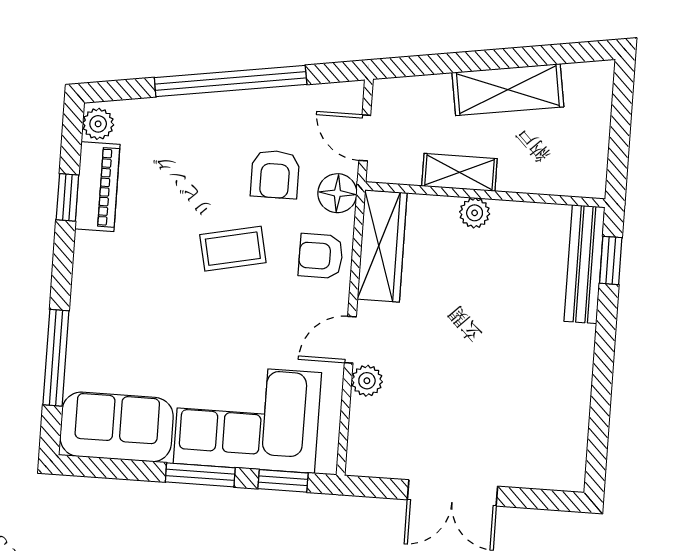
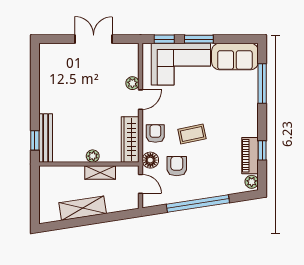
armchair: (321, 256) -> (155, 134), turned -90

